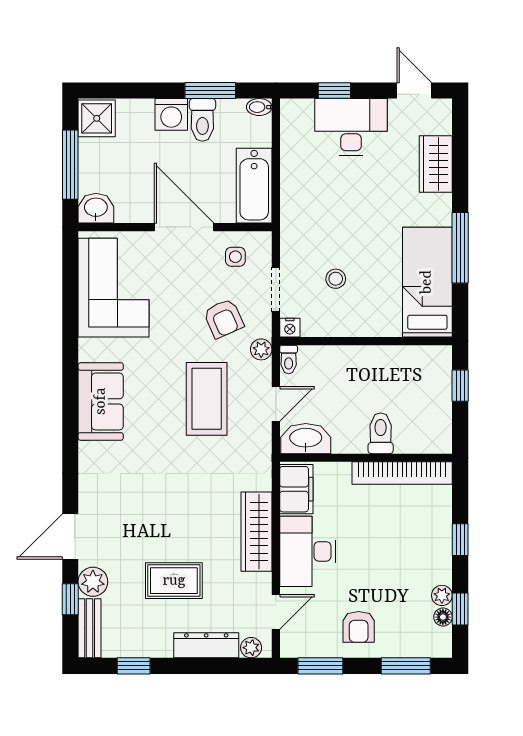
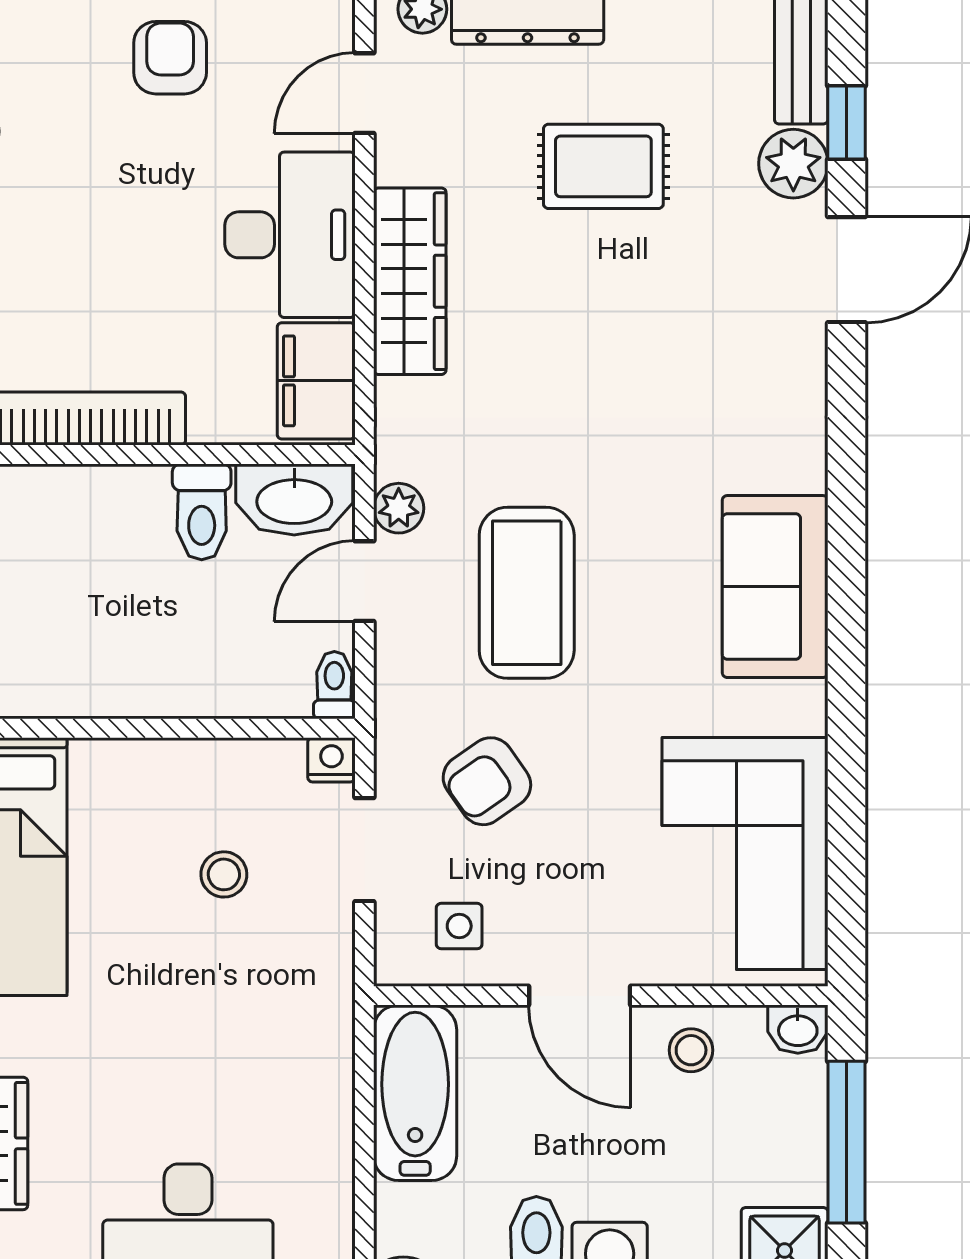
stool: (137, 204) -> (691, 1050), added
washbasin: (96, 208) -> (798, 1029), width x0.72, depth x0.69
door: (184, 227) -> (580, 996), width x0.73
armchair: (224, 318) -> (487, 781), turned -101
plant: (261, 349) -> (399, 508), moved
toilet: (381, 433) -> (202, 512), moved

